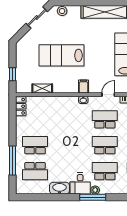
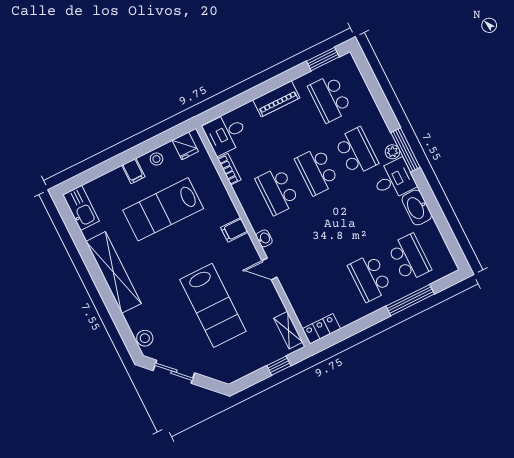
filing cabinet: (84, 86) -> (234, 230), moved
shelving: (42, 89) -> (288, 330), moved
door: (108, 95) -> (269, 269), moved
school desk: (105, 171) -> (356, 151), turned 180

